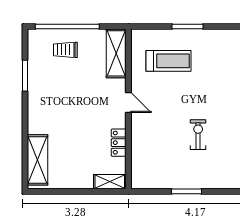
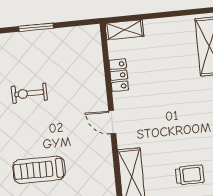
treadmill: (169, 61) -> (39, 170), moved
exercise bike: (198, 135) -> (29, 93), turned 90

